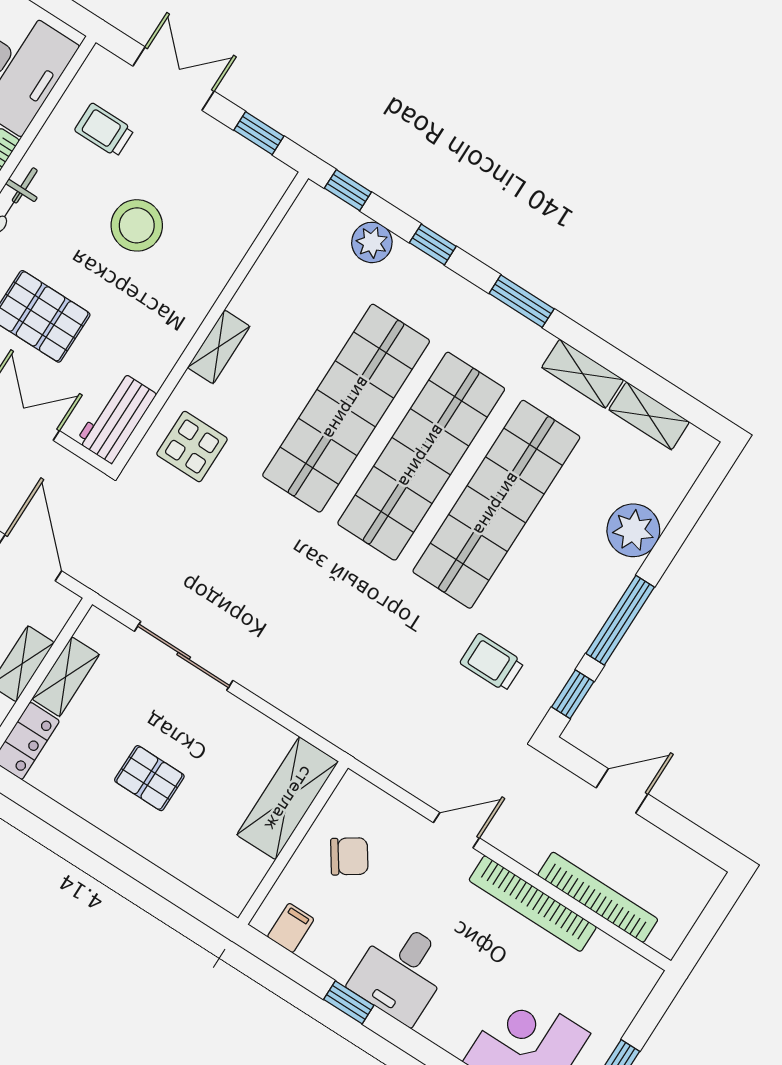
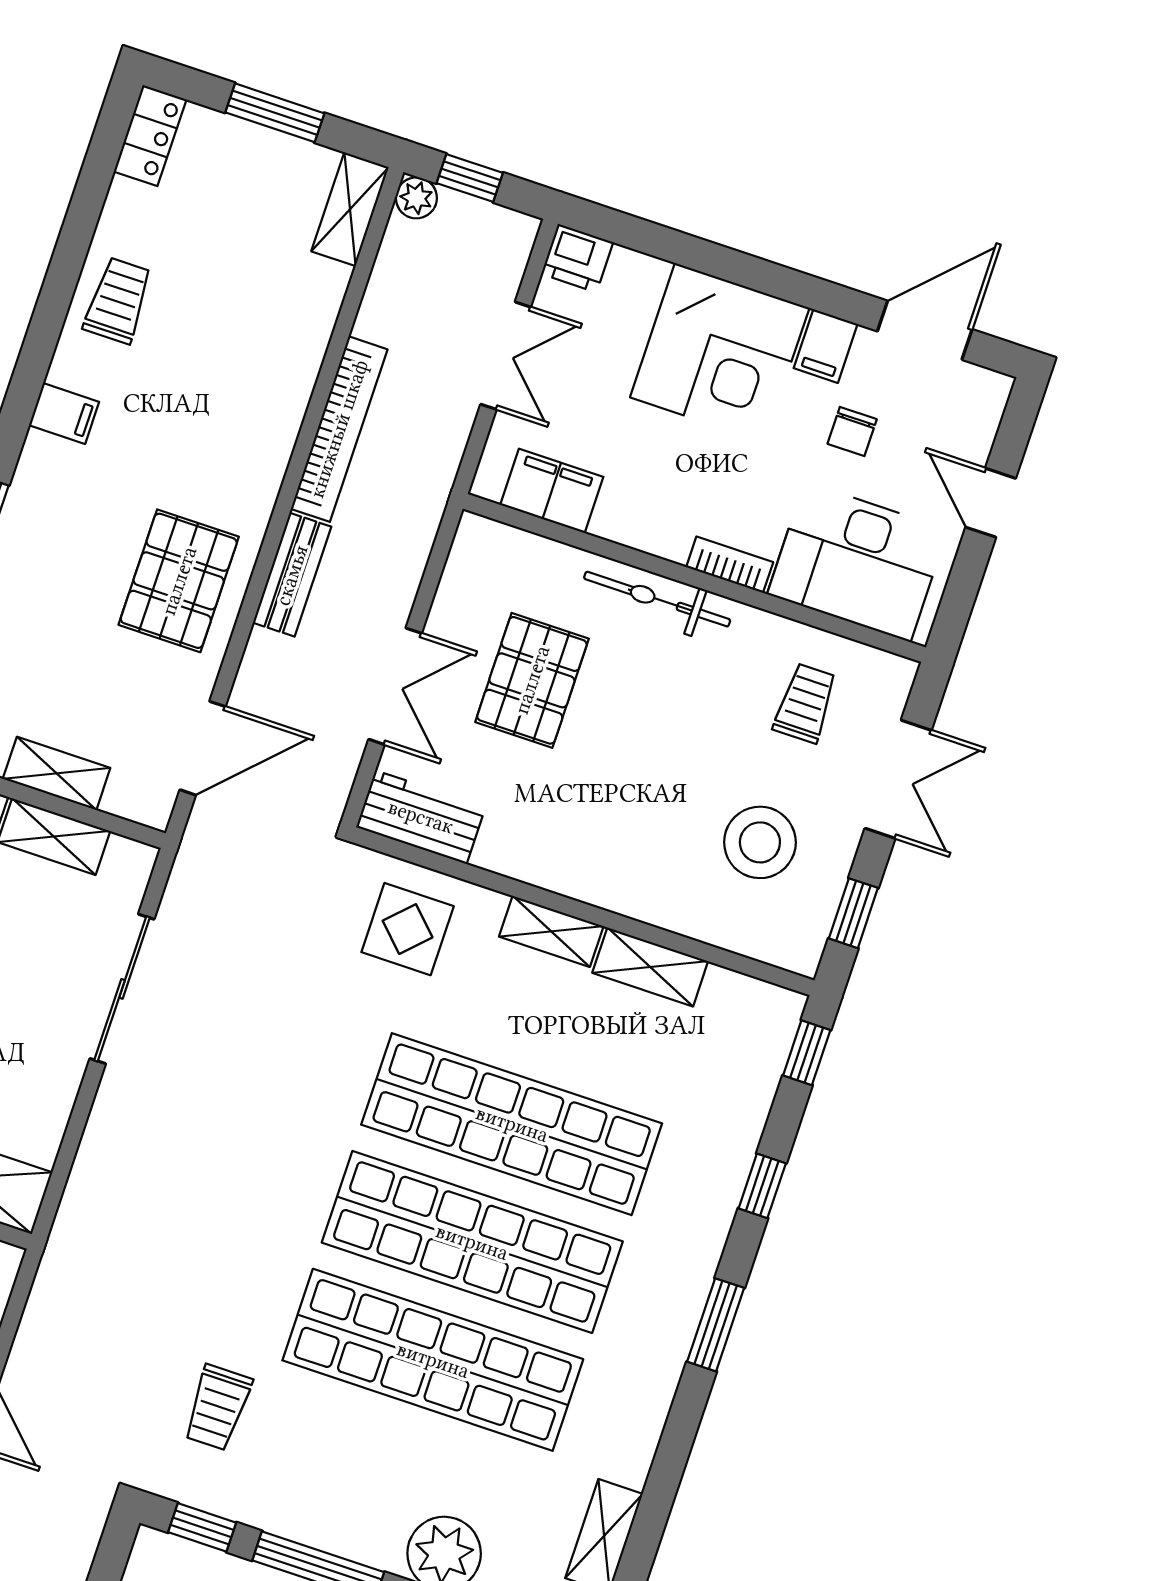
stool: (137, 225) -> (760, 842), moved
plant: (372, 242) -> (744, 1103), removed
shelving: (583, 374) -> (650, 967), moved, turned 90
trolley: (492, 663) -> (218, 1407), turned 180

